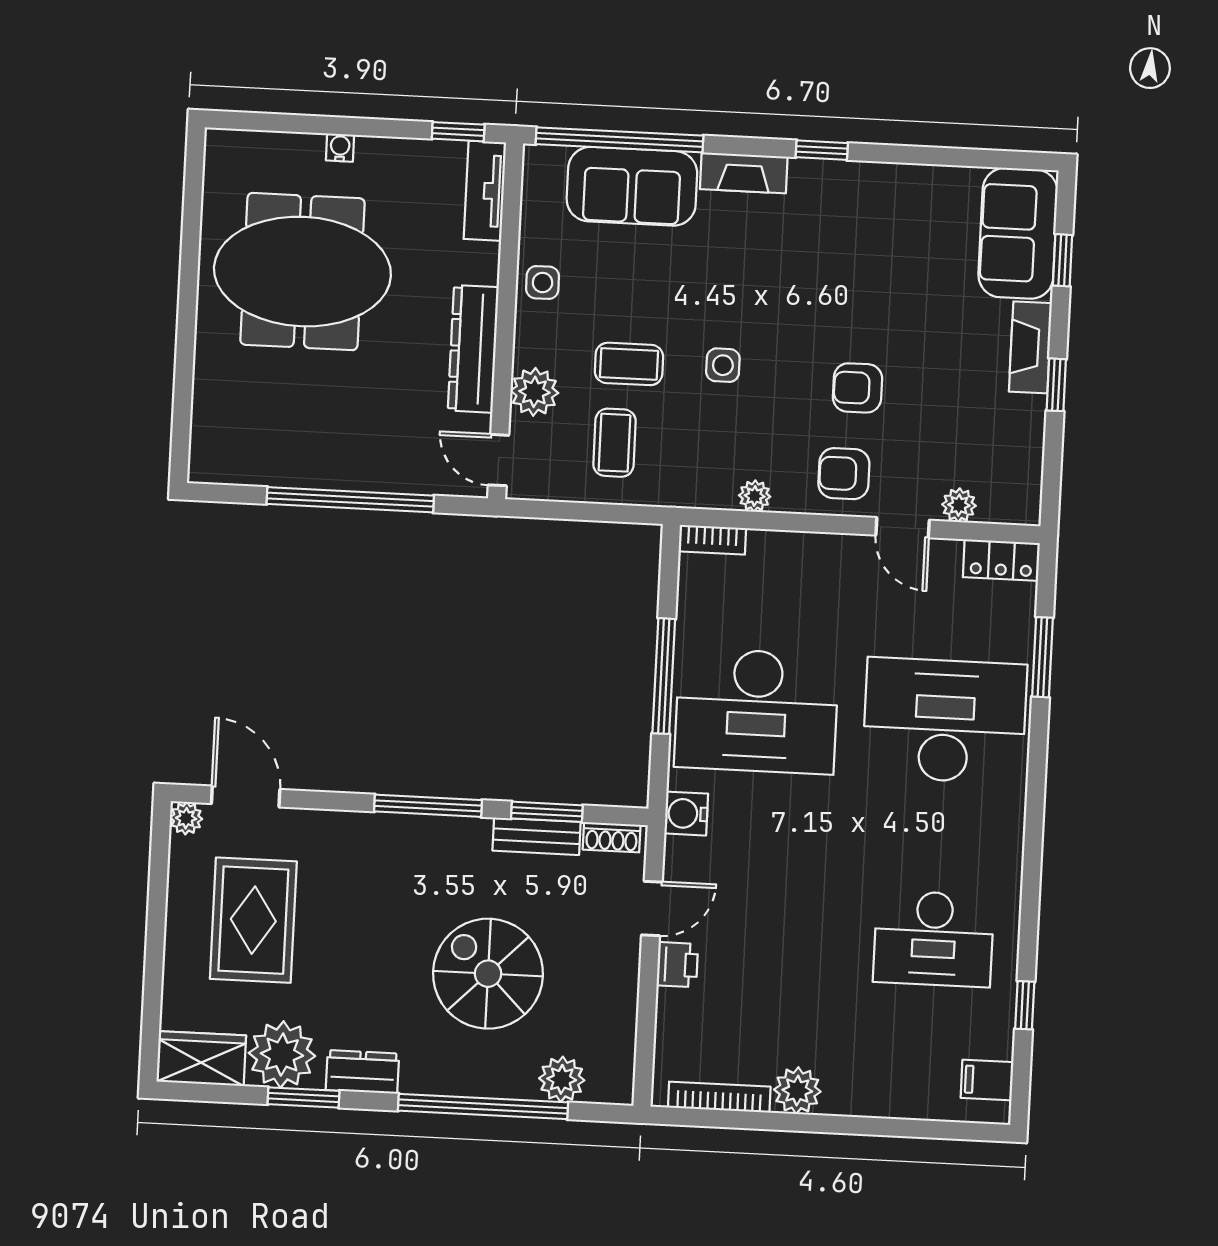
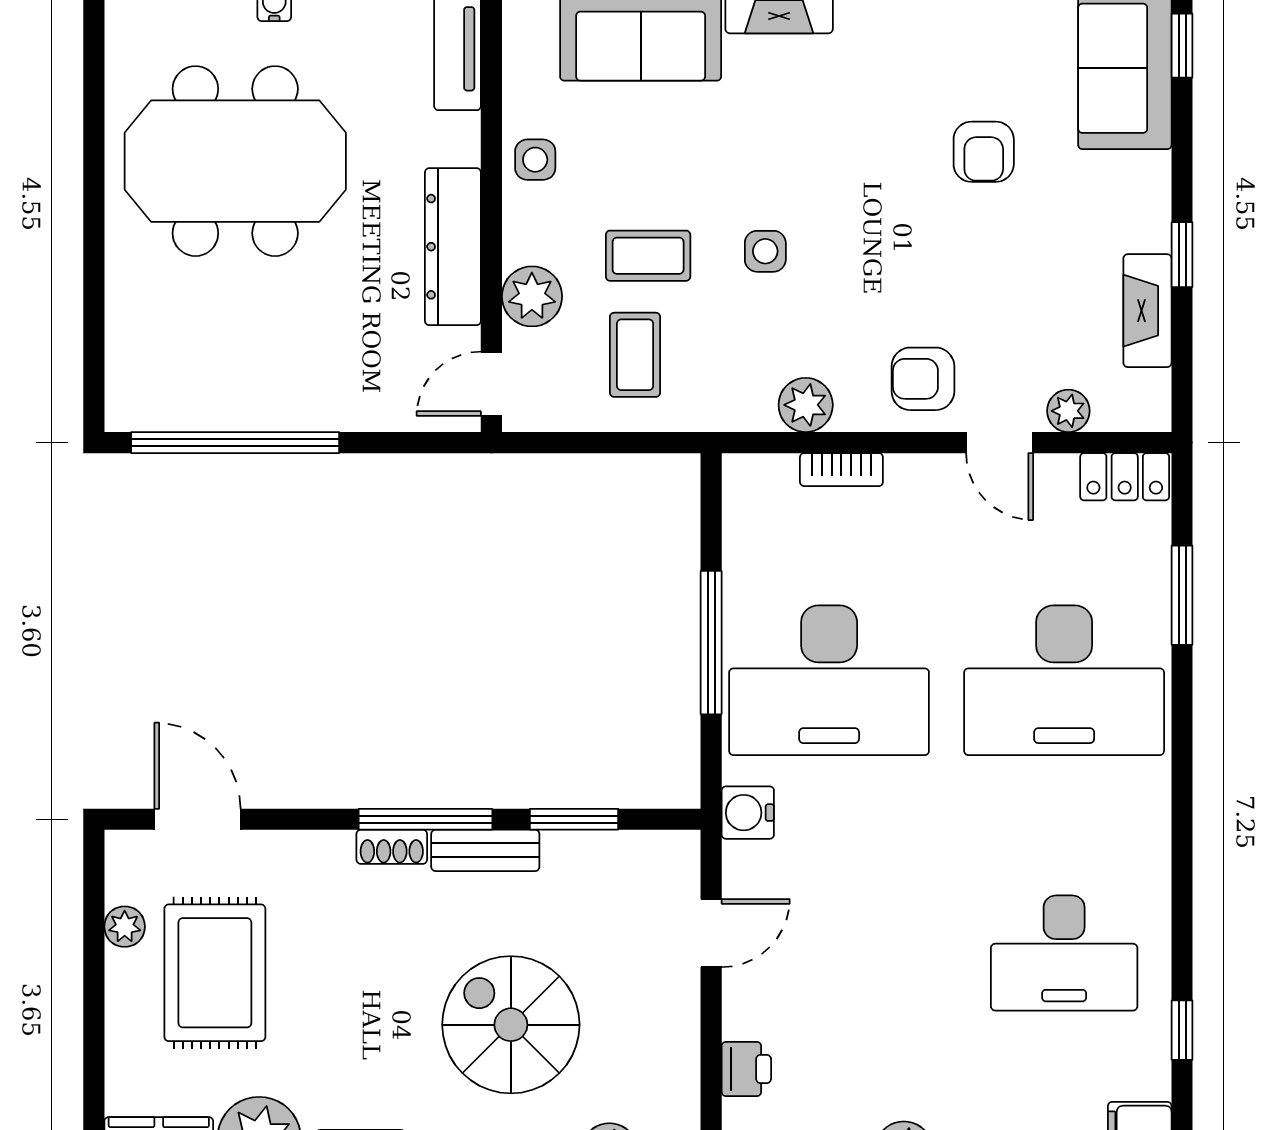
window: (1063, 260) -> (1182, 46), moved
fireplace: (1030, 347) -> (1147, 311), moved
armchair: (857, 388) -> (984, 152), moved, turned -90
door: (498, 460) -> (491, 384), hinge flipped
plant: (755, 496) -> (806, 405), width x1.38, depth x1.38
window: (350, 500) -> (235, 443), moved
bookcase: (712, 540) -> (841, 470), moved
desk: (945, 721) -> (1064, 680), turned 180
plant: (186, 818) -> (125, 927), moved
bench: (537, 836) -> (485, 850), moved
shoe rack: (612, 837) -> (392, 847), moved
printer: (677, 965) -> (746, 1069), moved

